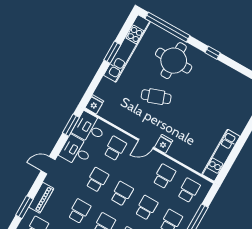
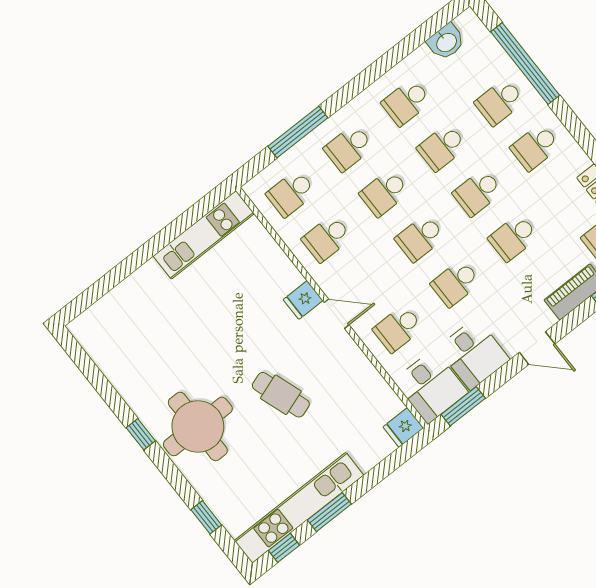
window: (126, 27) -> (284, 548), added
window: (167, 27) -> (206, 517), width x0.32
round table: (174, 61) -> (198, 426), moved

